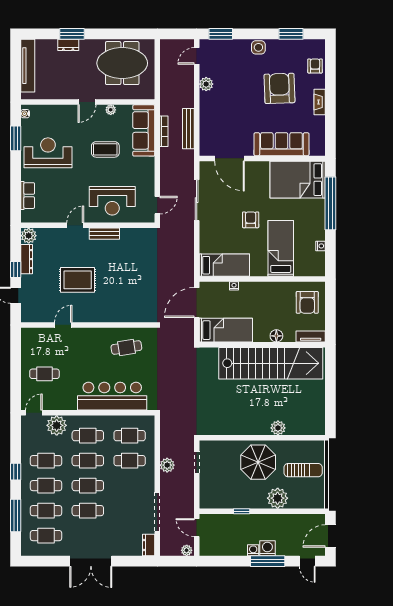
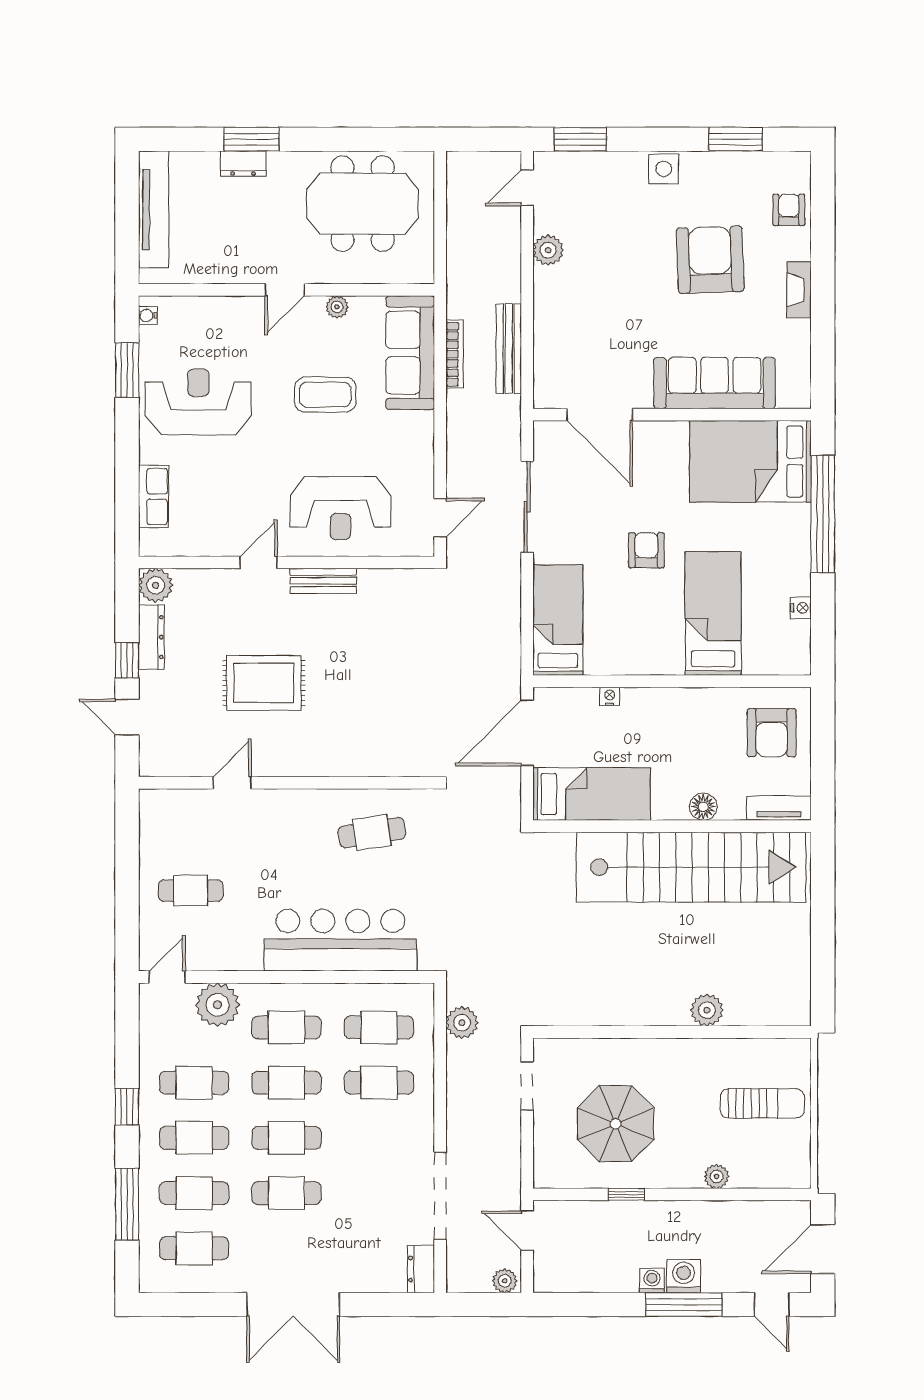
bed: (224, 265) -> (558, 620), moved, turned -90
parasol: (258, 462) -> (616, 1124), moved
plant: (167, 465) -> (462, 1023), moved
plant: (278, 498) -> (717, 1176), width x0.53, depth x0.53

